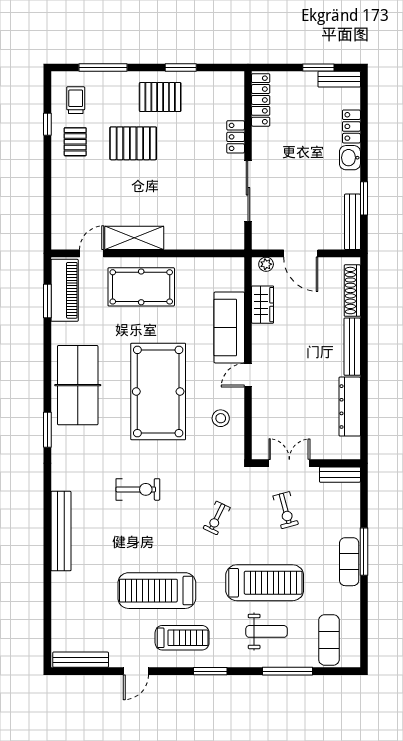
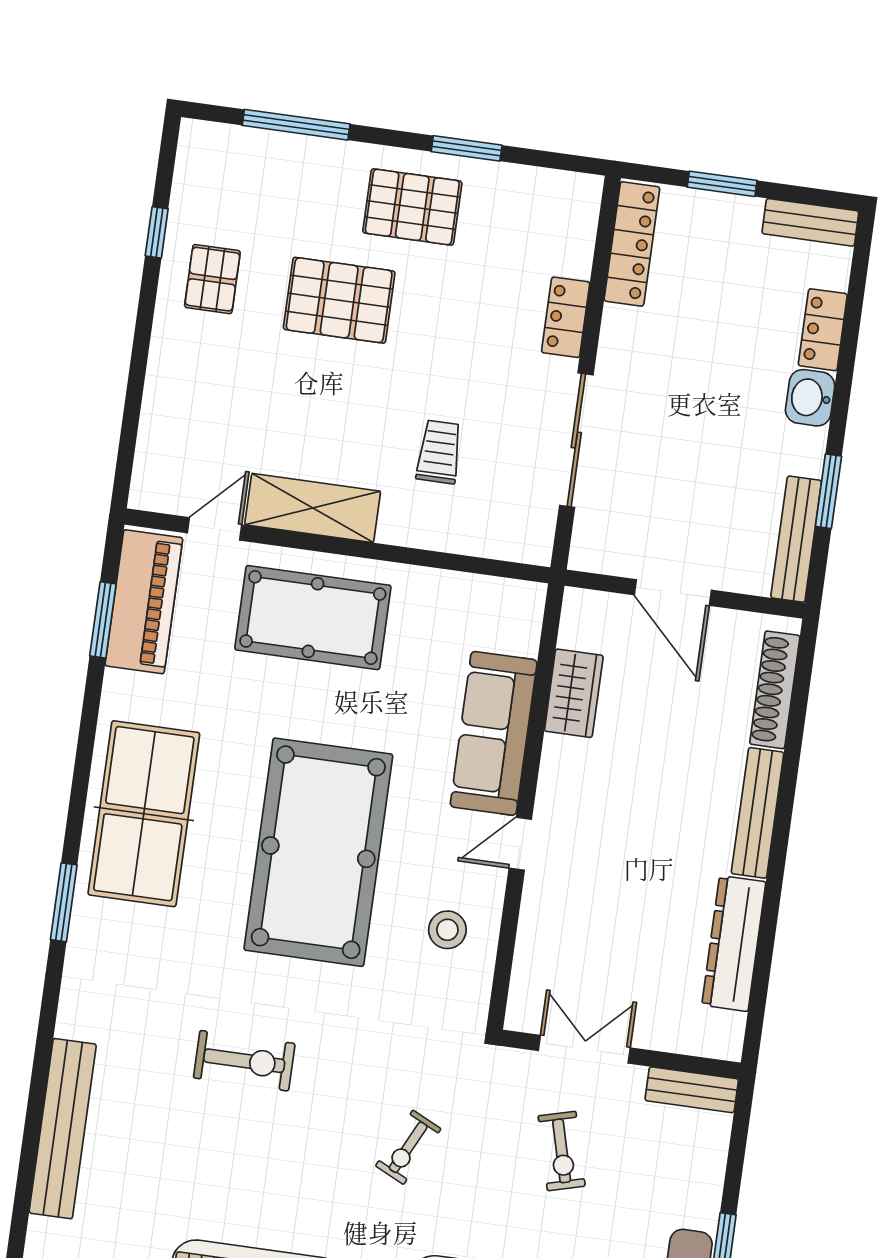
window: (318, 67) -> (722, 184), moved
trolley: (76, 100) -> (439, 452), moved
plant: (266, 264) -> (594, 606), removed

